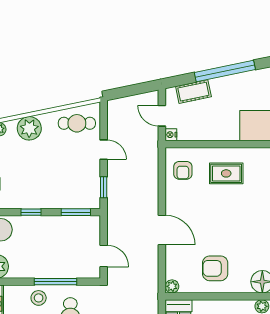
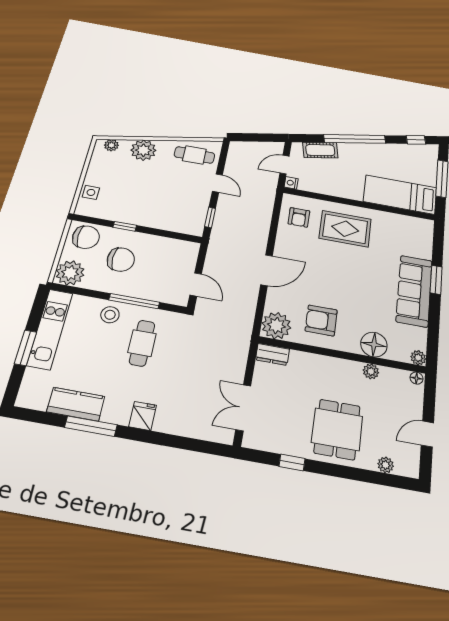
door: (162, 116) -> (284, 165), hinge flipped
rug: (226, 173) -> (345, 229), width x1.36, depth x1.43
window: (76, 212) -> (174, 235), removed
door: (162, 230) -> (267, 270), hinge flipped
chair: (35, 245) -> (121, 260), added
plant: (172, 286) -> (276, 326), width x1.88, depth x1.88

